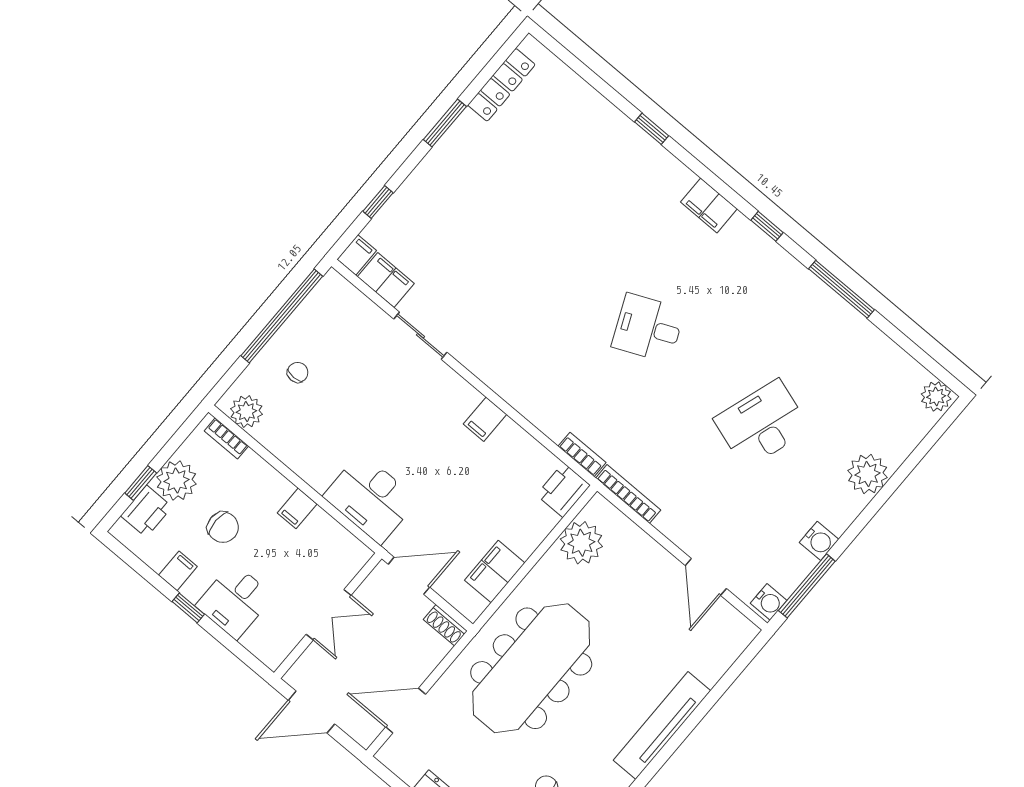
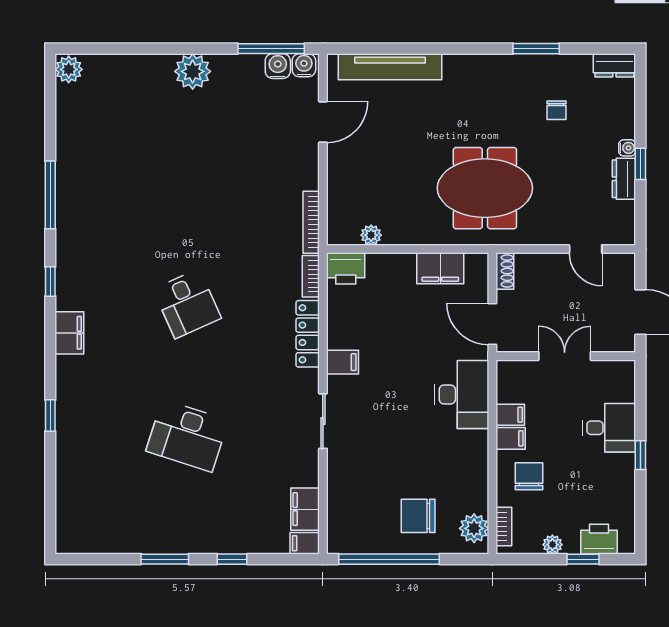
locker: (501, 85) -> (308, 334), moved, turned -90
window: (378, 202) -> (232, 559), moved
sliding door: (420, 336) -> (323, 421), moved
chair: (298, 372) -> (418, 516), width x1.87, depth x1.87
desk: (762, 424) -> (187, 436), moved
plant: (868, 474) -> (193, 71), moved
plant: (176, 481) -> (552, 545), width x0.53, depth x0.53
chair: (223, 527) -> (529, 476), moved
water cooler: (819, 541) -> (278, 66), moved
plant: (581, 543) -> (371, 235), width x0.53, depth x0.53
filing cabinet: (178, 571) -> (510, 415), moved, turned 180
meeting table: (531, 668) -> (485, 188), width x0.73
door: (406, 711) -> (586, 249), width x0.73
tv unit: (662, 725) -> (390, 67), moved

